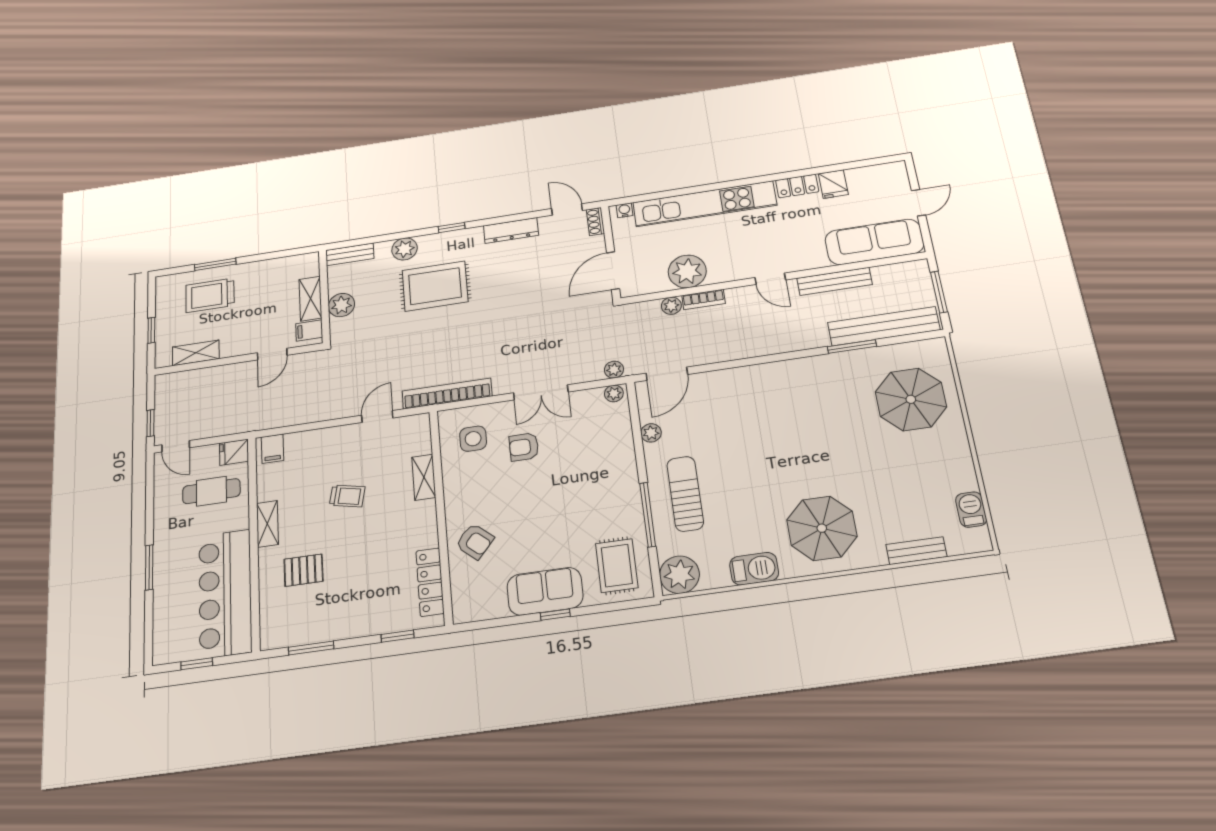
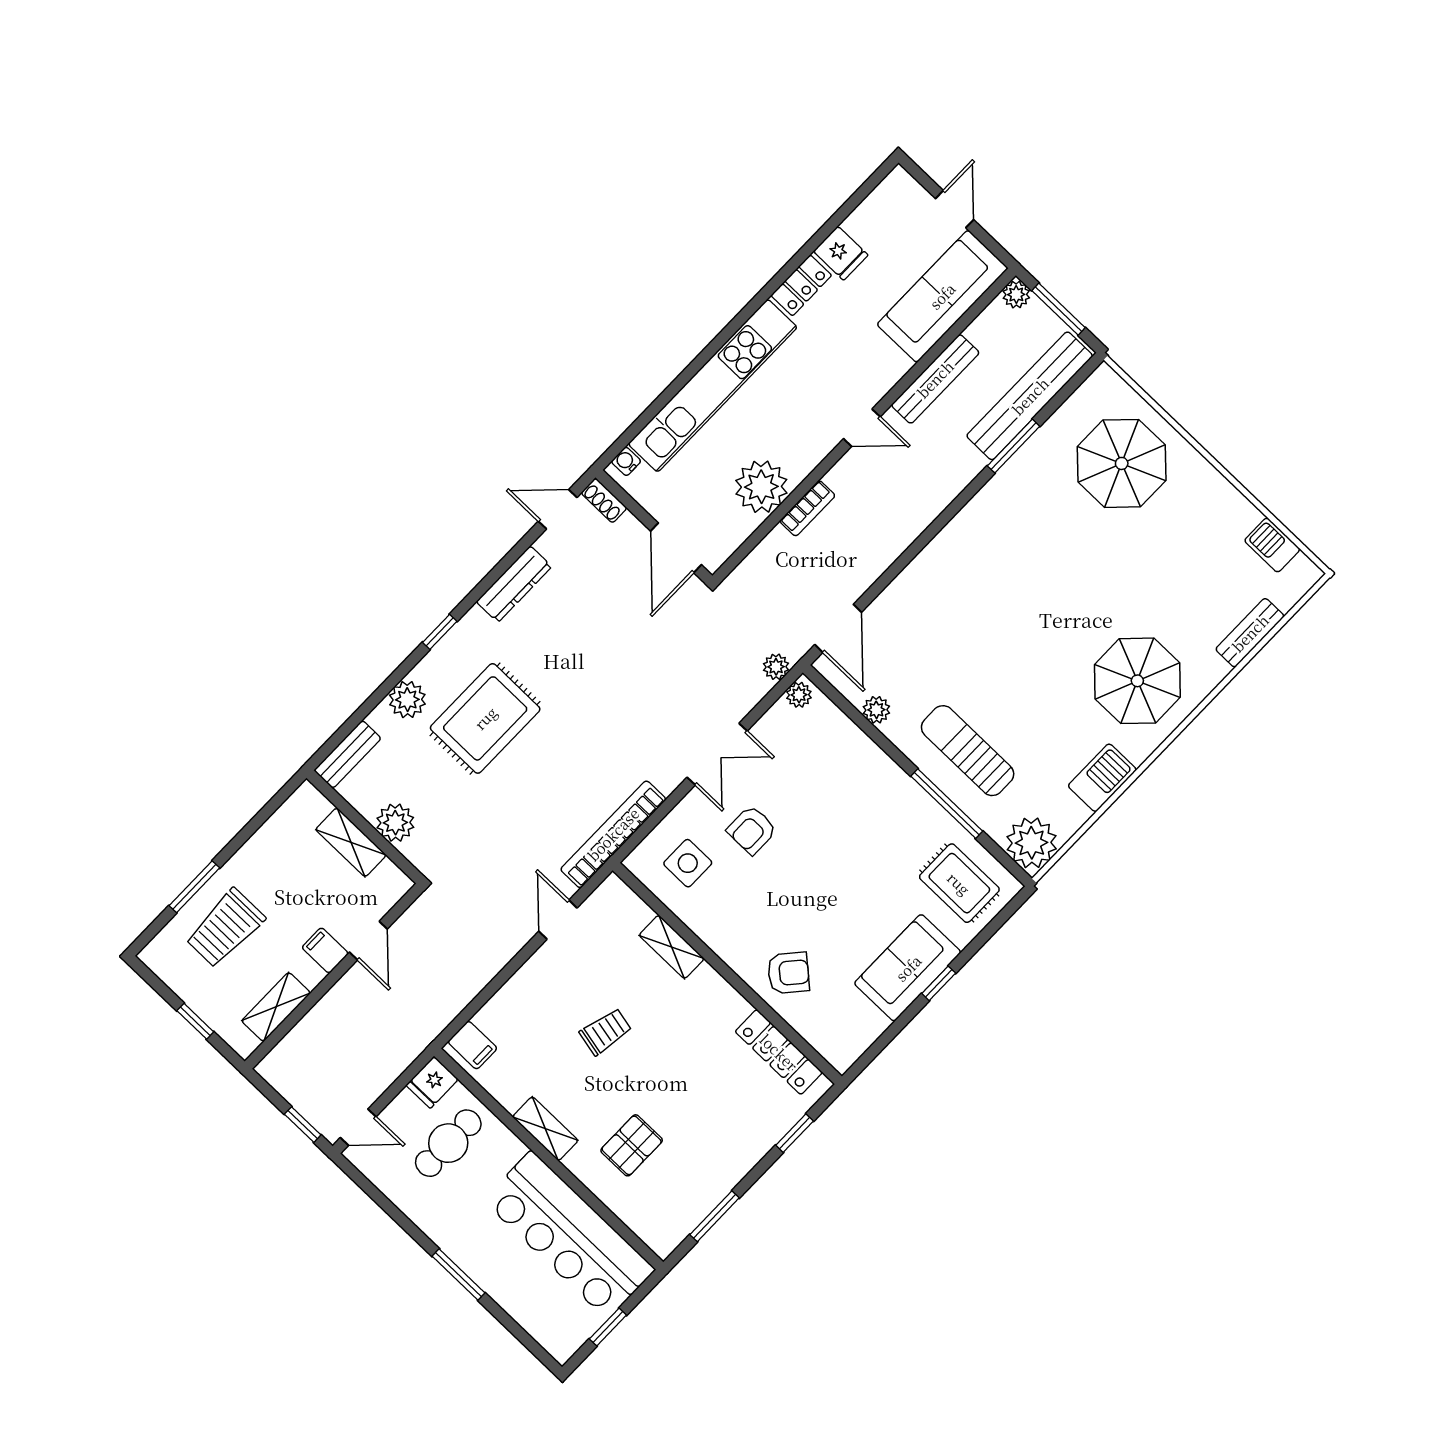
plant: (671, 306) -> (1016, 294), moved
filing cabinet: (309, 331) -> (325, 950), moved, turned 90

